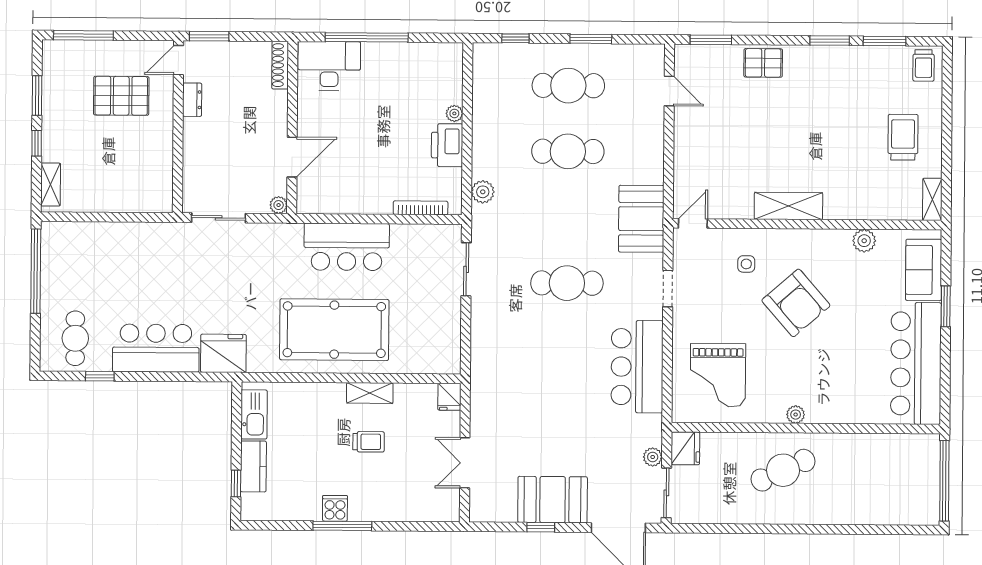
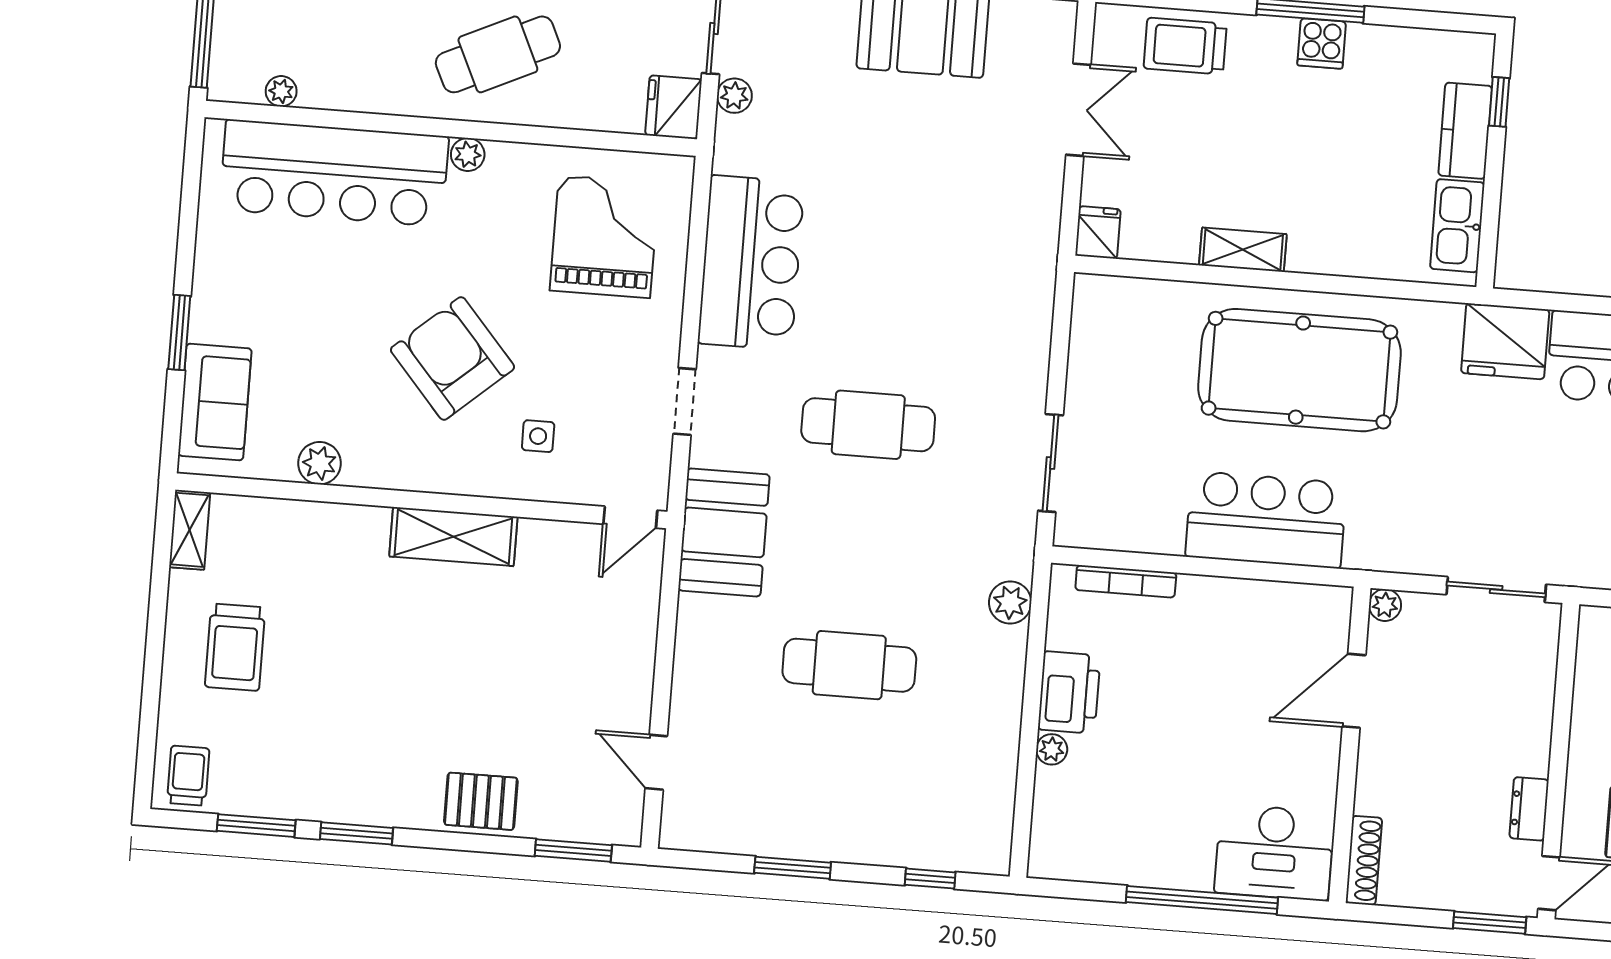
cafe table: (568, 86) -> (840, 785), removed
bar counter: (916, 363) -> (334, 173), moved, turned 90
trolley: (369, 442) -> (1185, 46), moved, width x1.36, depth x1.39
plant: (900, 442) -> (281, 91), added

